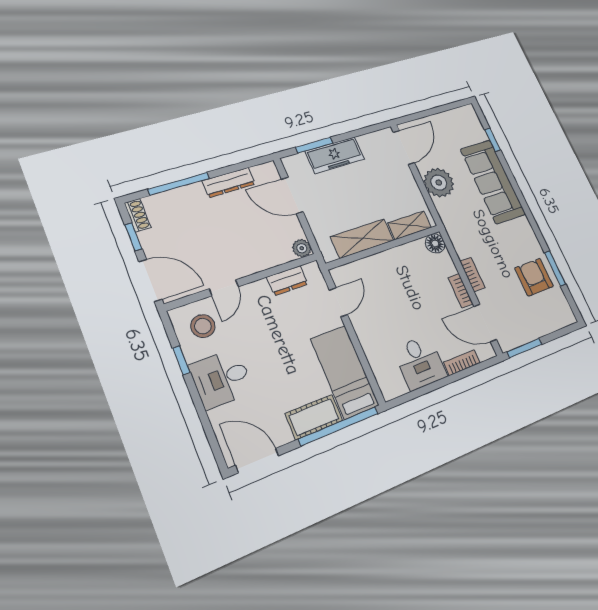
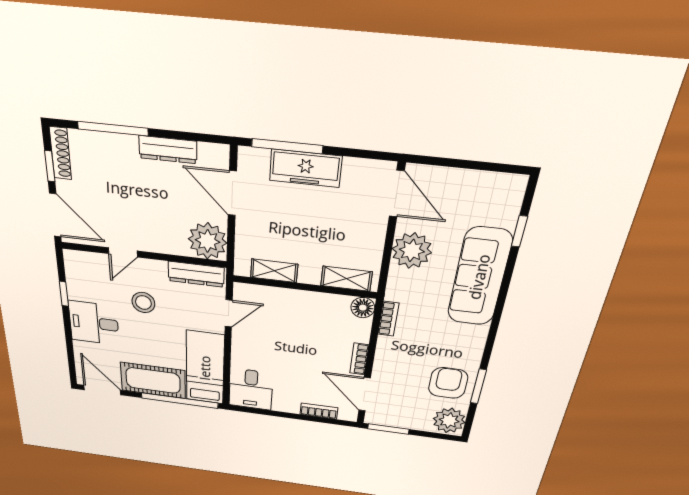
window: (314, 145) -> (287, 146), width x1.44
door: (404, 147) -> (397, 194), hinge flipped
shoe rack: (138, 215) -> (60, 153), width x1.43
shelving: (362, 239) -> (274, 271), width x0.67, depth x0.75
plant: (302, 248) -> (208, 241), width x1.87, depth x1.87
bookcase: (472, 274) -> (388, 319), moved
dresser: (287, 281) -> (196, 274), width x1.44
plant: (559, 312) -> (449, 420), added
stool: (203, 326) -> (143, 303), moved
desk: (420, 363) -> (251, 389), moved
cot: (314, 417) -> (153, 380), width x1.37, depth x1.34

